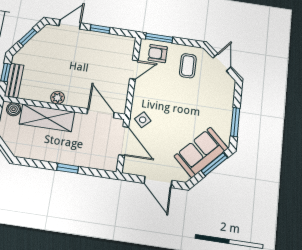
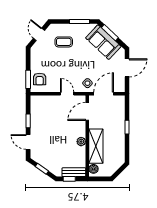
door: (222, 62) -> (39, 34), hinge flipped
coffee table: (188, 66) -> (64, 42), moved
door: (134, 70) -> (67, 94), moved

